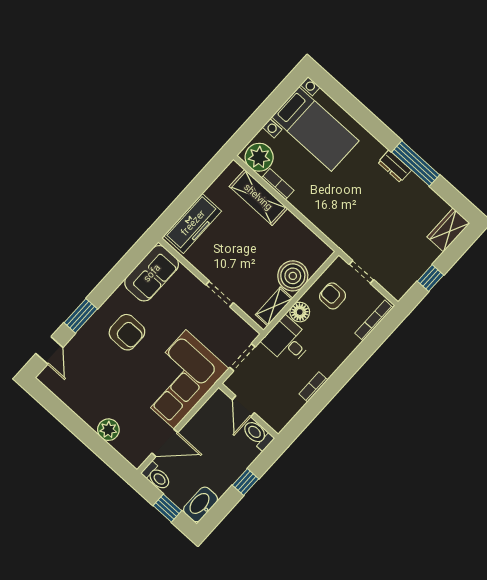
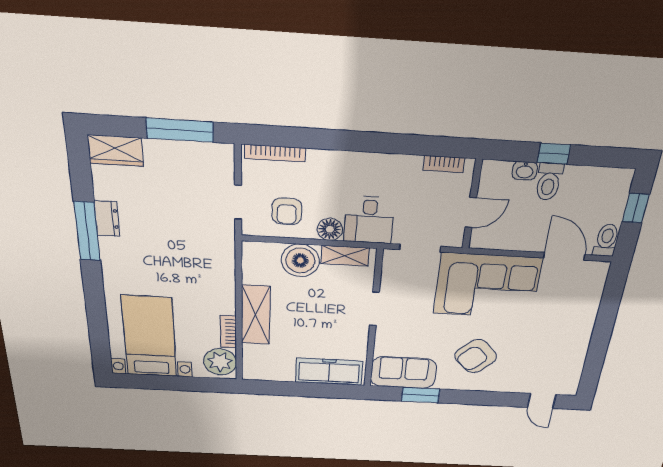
dresser: (395, 166) -> (107, 219), moved
shelving: (258, 197) -> (256, 315), moved
window: (430, 278) -> (180, 130), width x2.17
window: (81, 316) -> (420, 395), moved
armchair: (127, 332) -> (476, 356), turned -134
door: (49, 350) -> (542, 401), swing flipped
bookcase: (313, 387) -> (444, 164), moved
plant: (108, 430) -> (586, 311), removed
toilet: (258, 435) -> (549, 182), moved
washbasin: (201, 504) -> (525, 171), moved, width x0.52, depth x0.69

